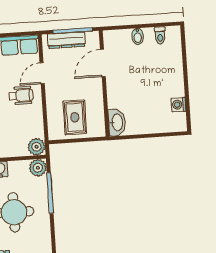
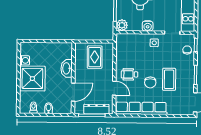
door: (42, 73) -> (114, 88), hinge flipped
shower: (165, 78) -> (32, 79), added
washbasin: (117, 122) -> (67, 68), moved
plant: (36, 147) -> (122, 39), removed

